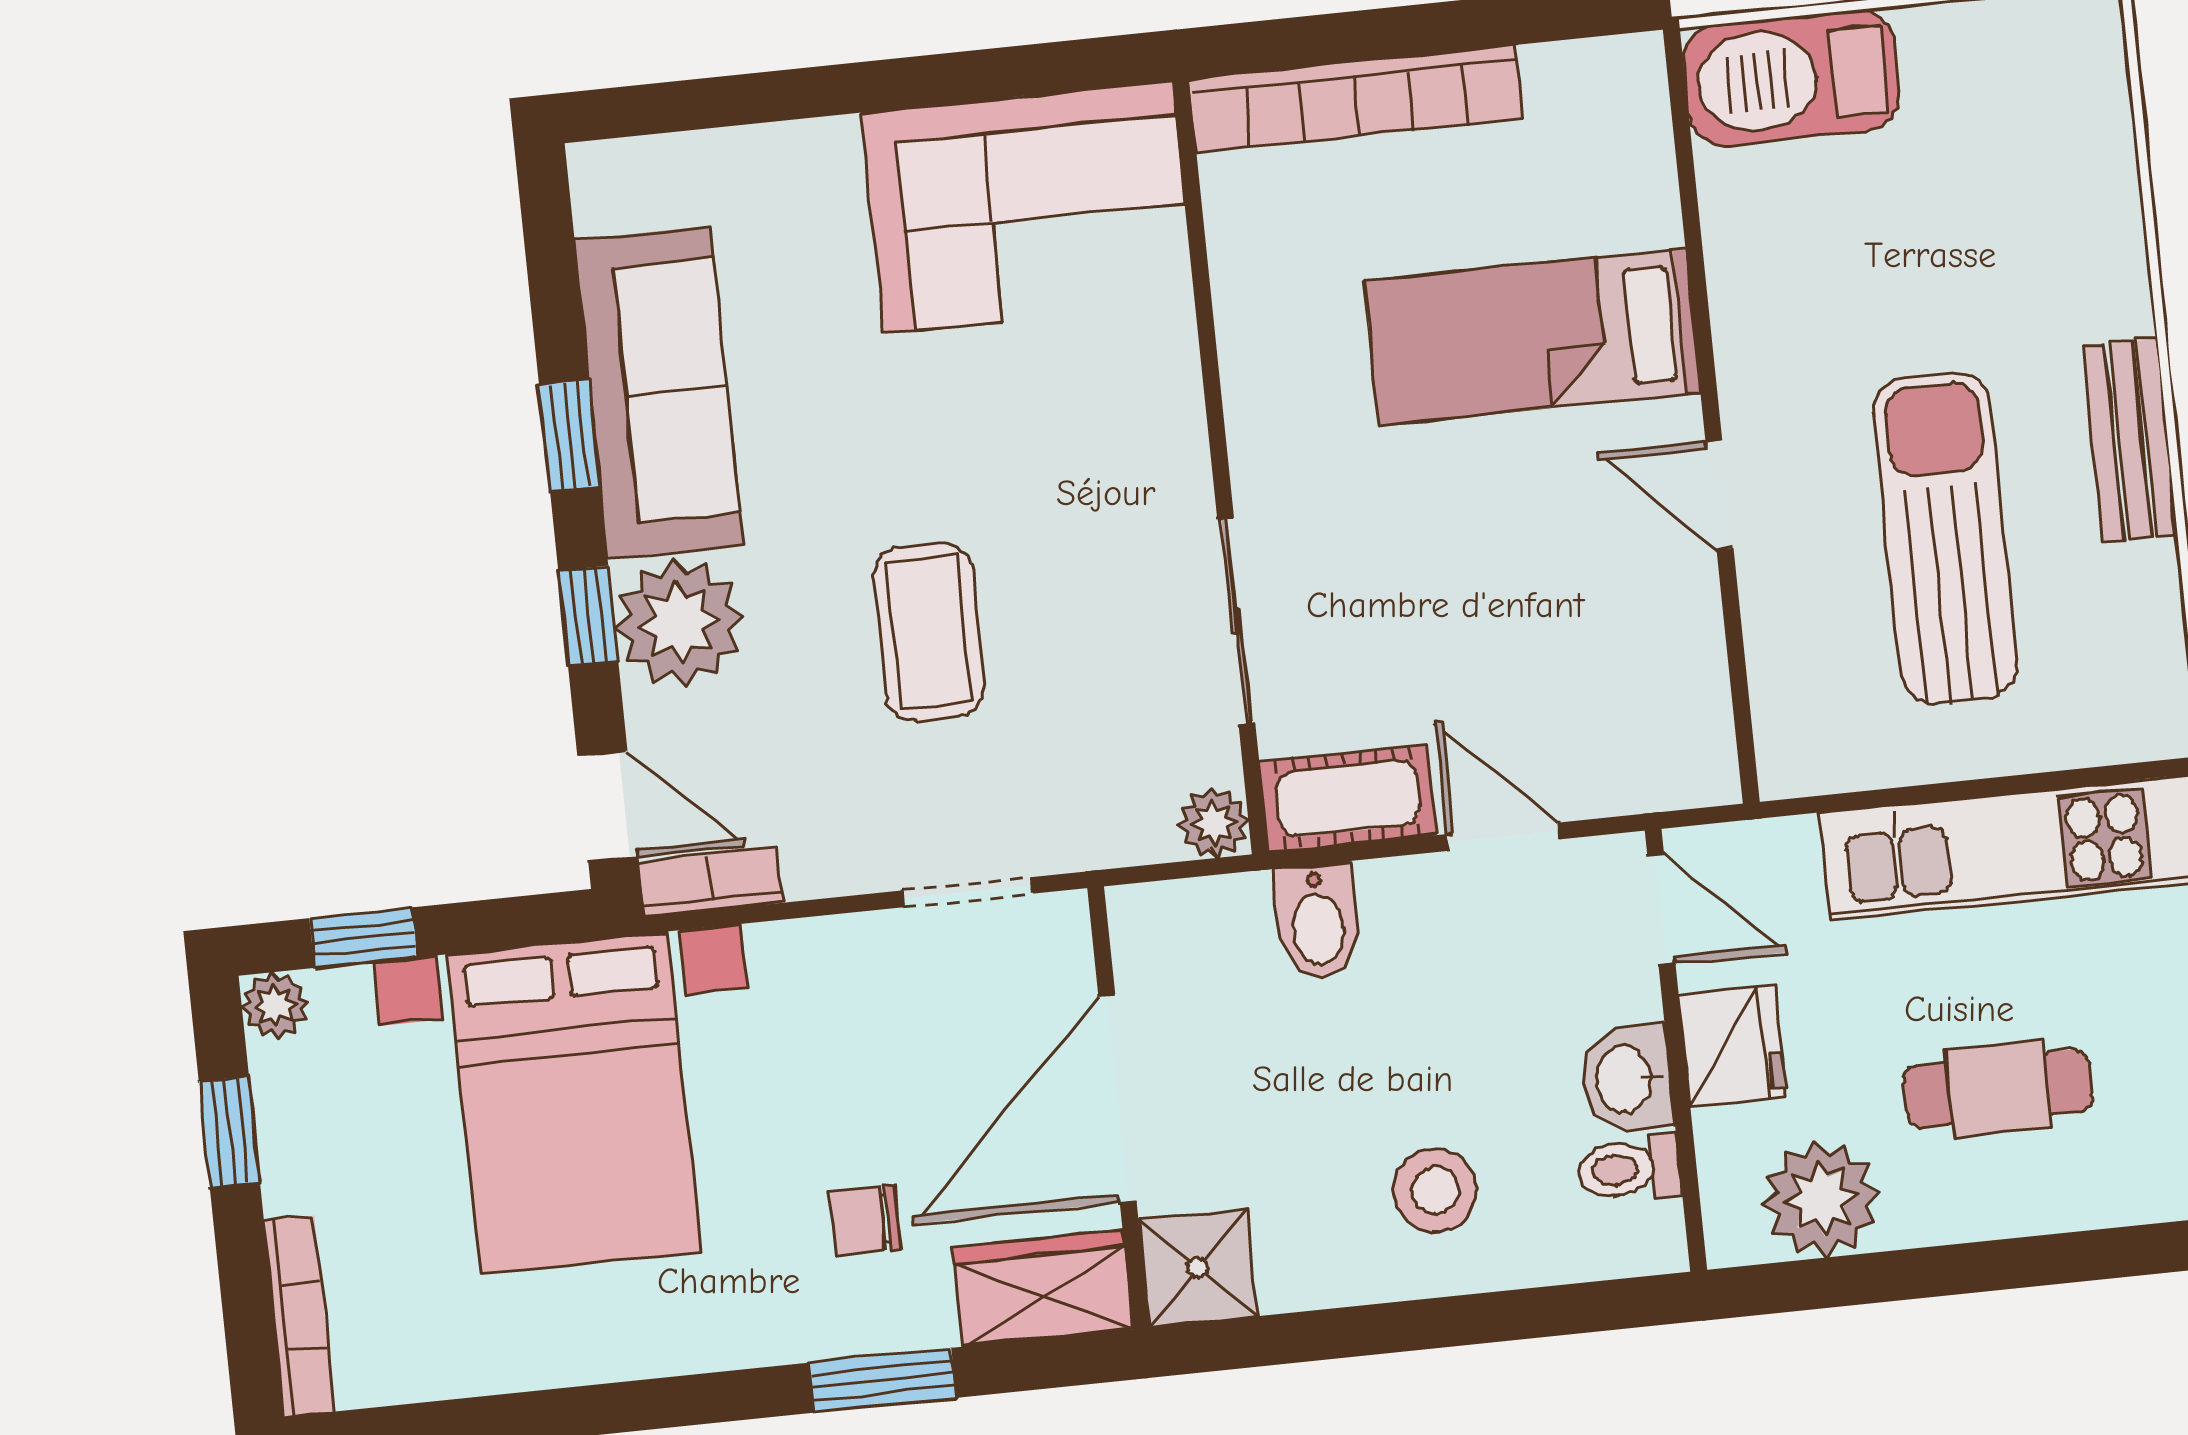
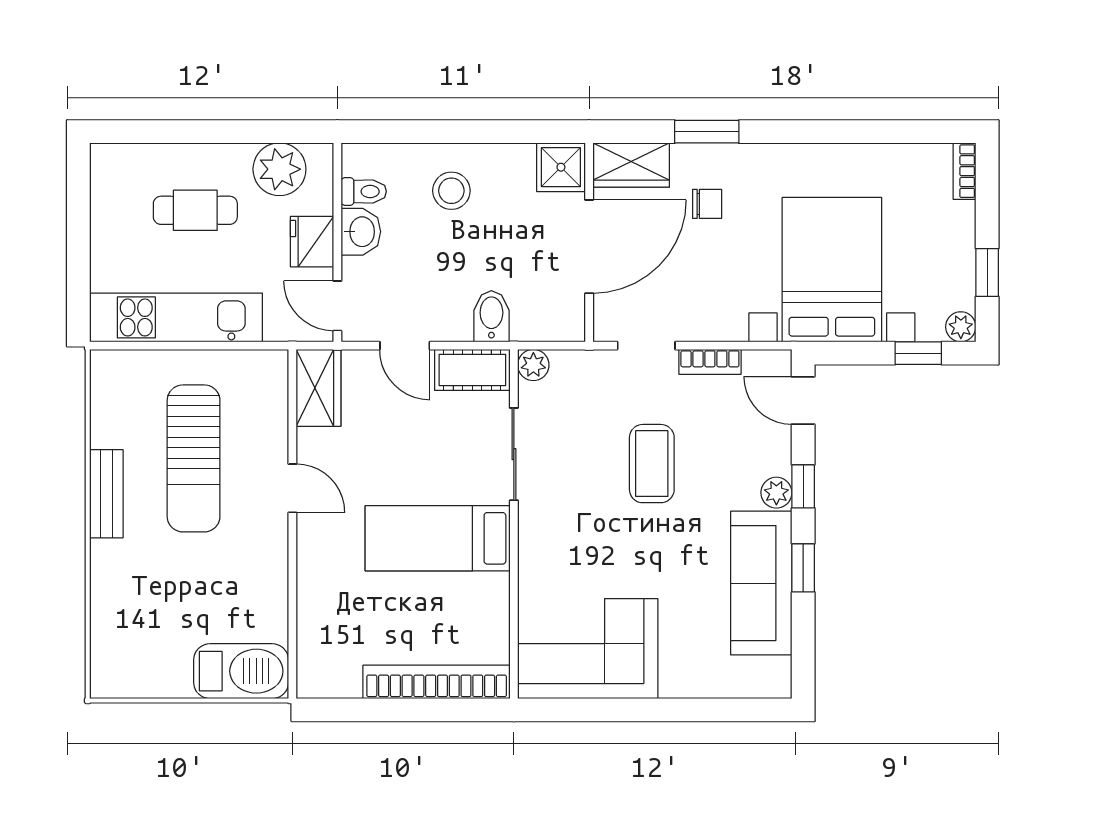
bed: (1532, 337) -> (438, 538), moved, turned 180
plant: (679, 623) -> (776, 493), width x0.53, depth x0.53
wardrobe: (1685, 723) -> (318, 388), added
bookcase: (711, 882) -> (710, 362), moved
bookcase: (299, 1316) -> (964, 171), width x0.64

